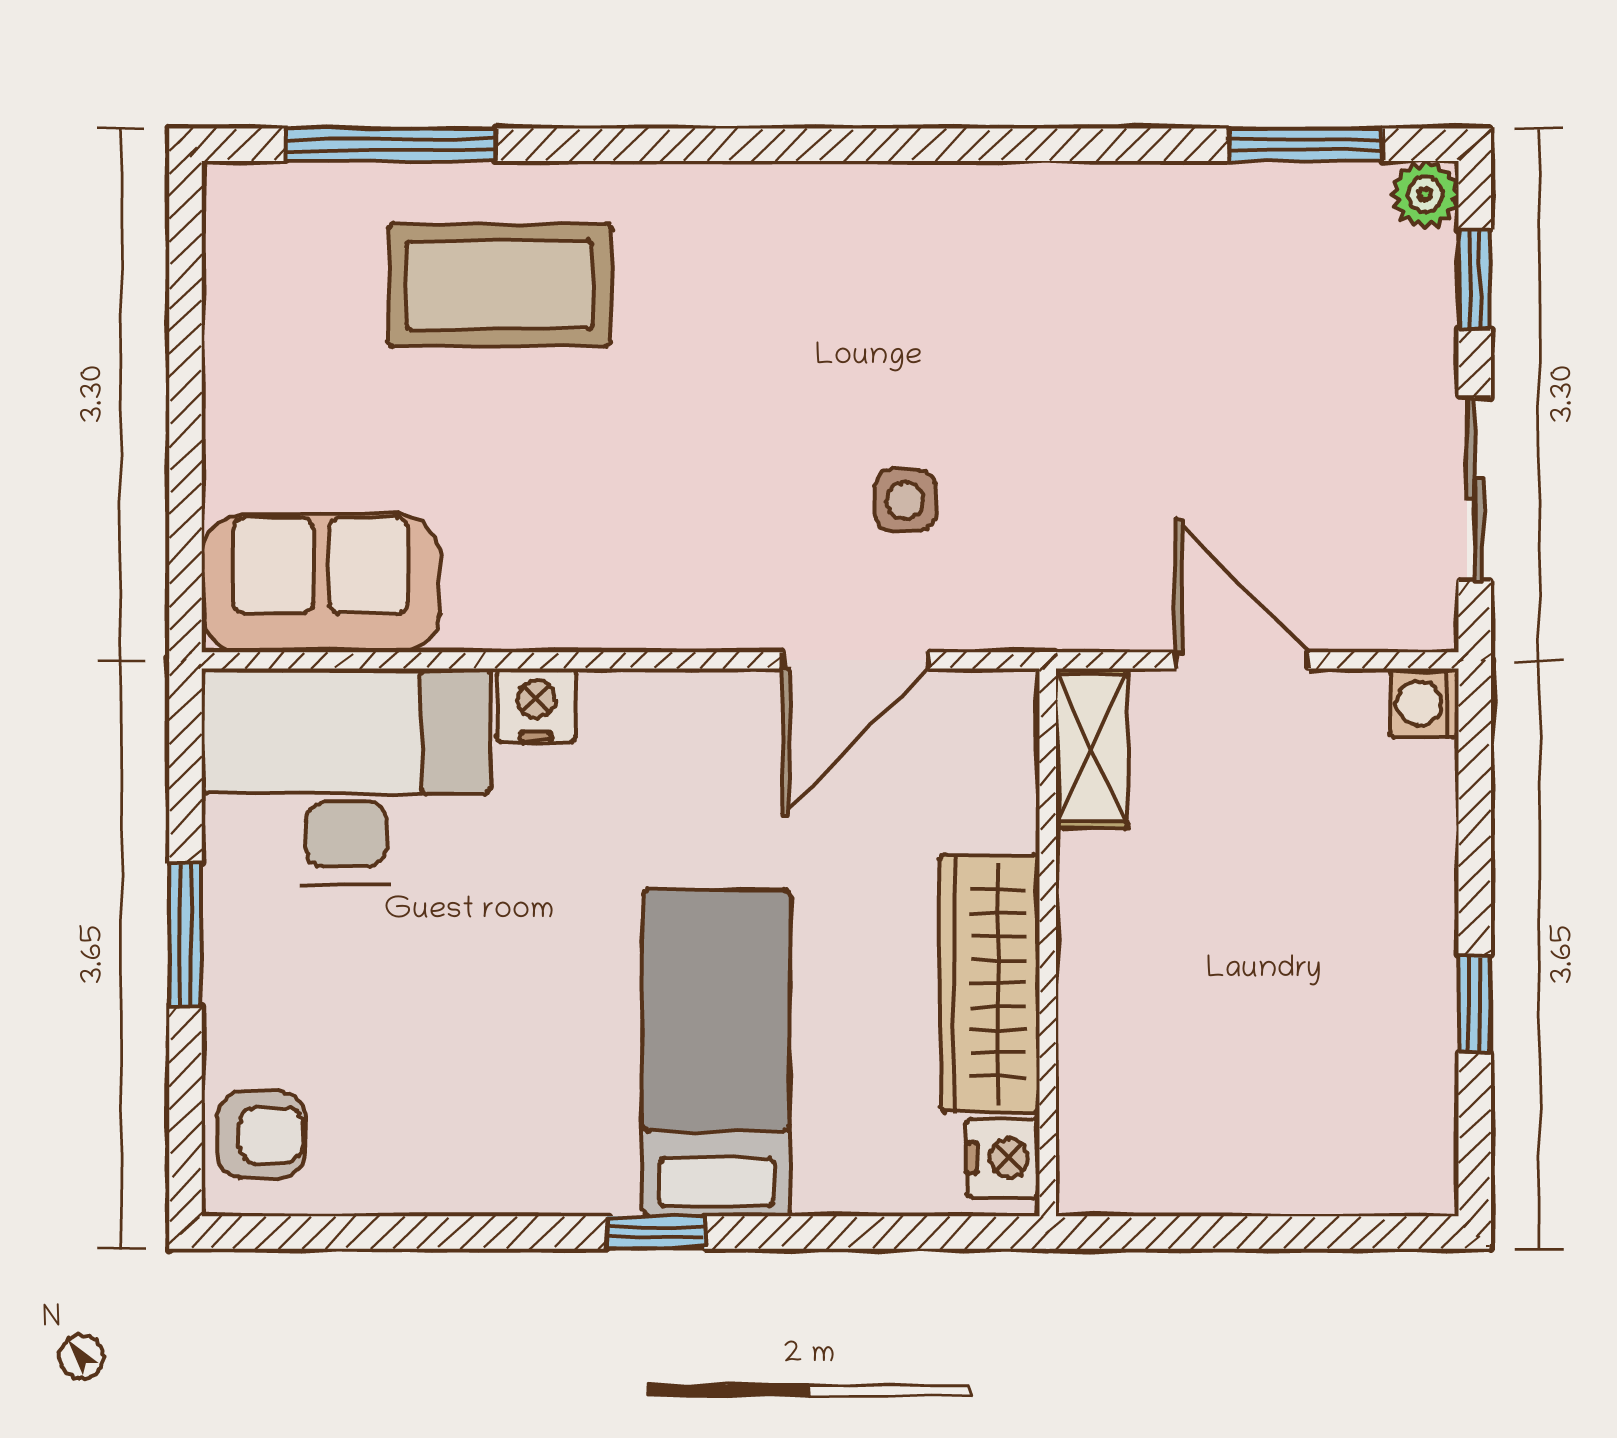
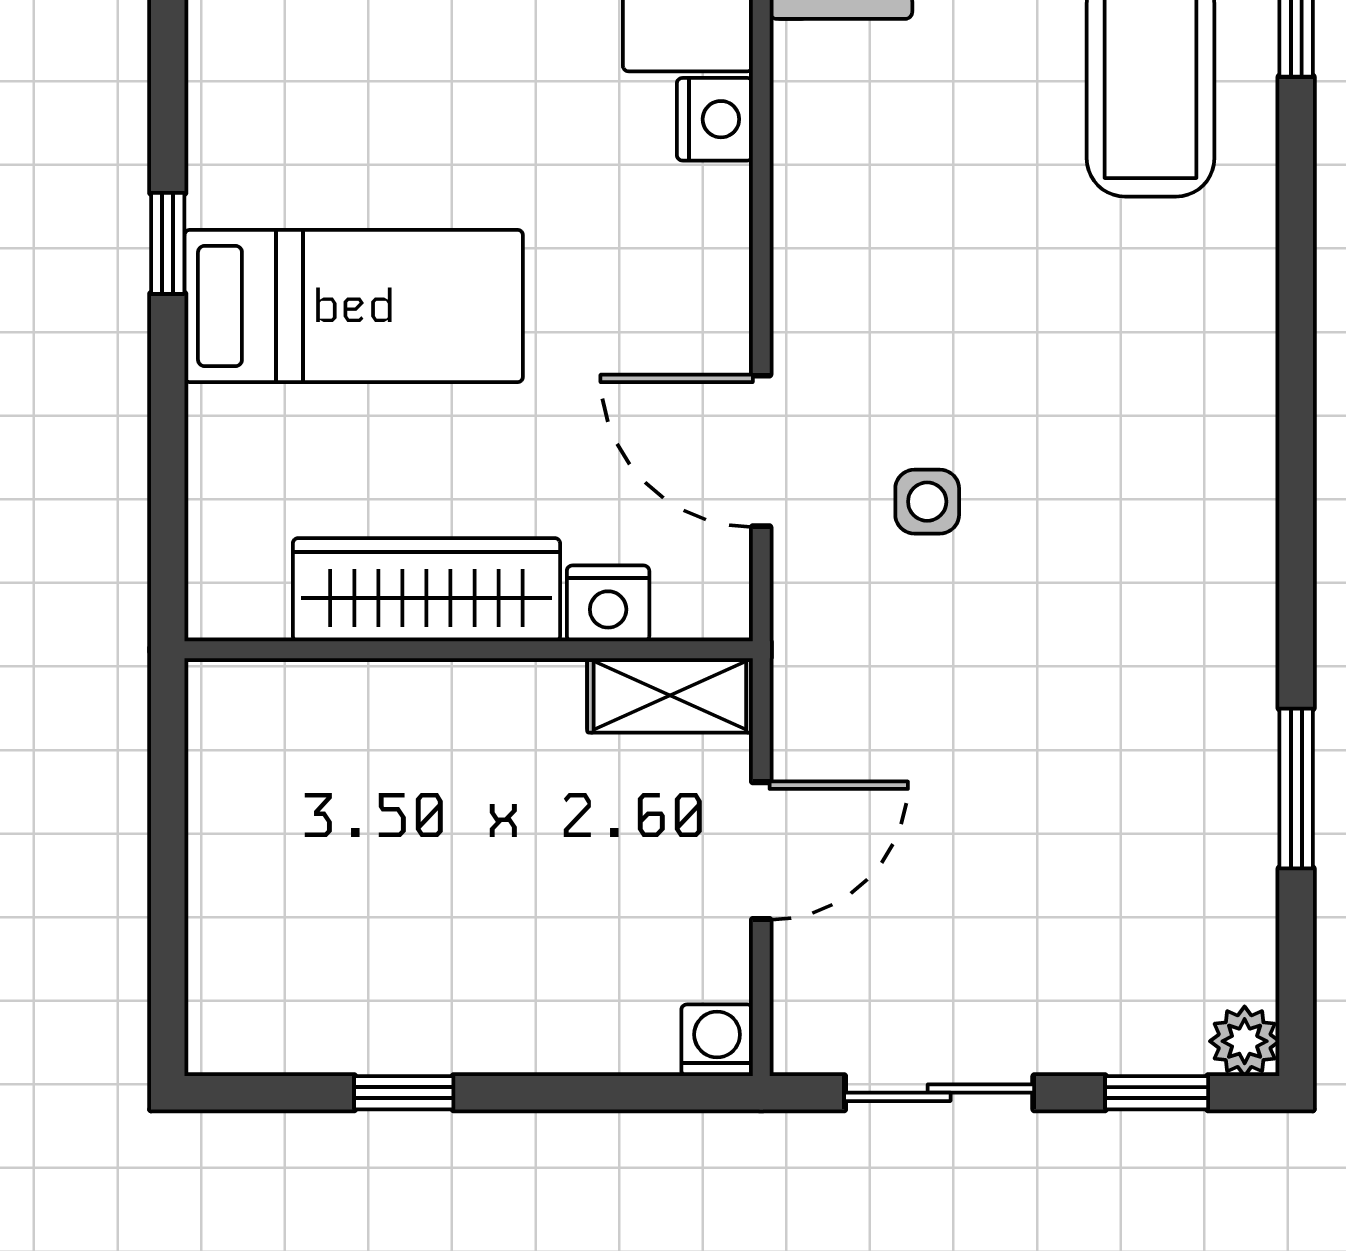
window: (1305, 145) -> (1296, 788), moved
nightstand: (1003, 1158) -> (608, 603), moved

